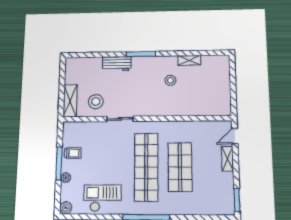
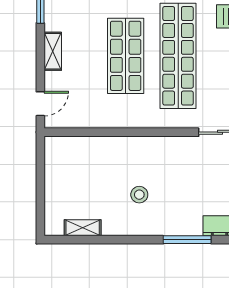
shelving: (189, 60) -> (83, 228), moved
shelving: (227, 159) -> (53, 51), moved

